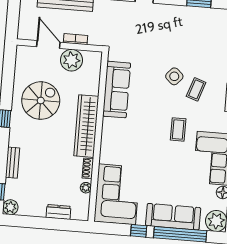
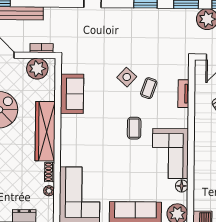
bookcase: (76, 39) -> (42, 48), moved
plant: (71, 60) -> (37, 69), moved
sofa: (117, 90) -> (72, 94), width x0.73

